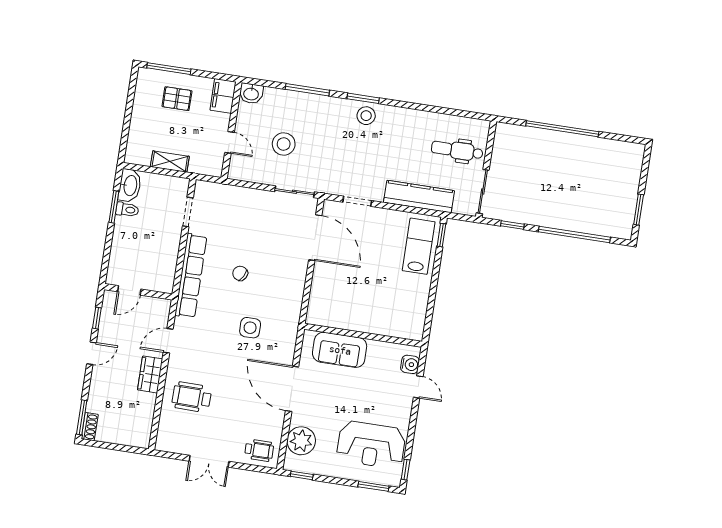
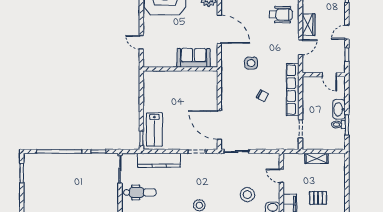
stool: (284, 144) -> (247, 195), moved
washbasin: (130, 185) -> (339, 109), moved
door: (129, 290) -> (329, 75), swing flipped
water cooler: (410, 364) -> (149, 55), removed

